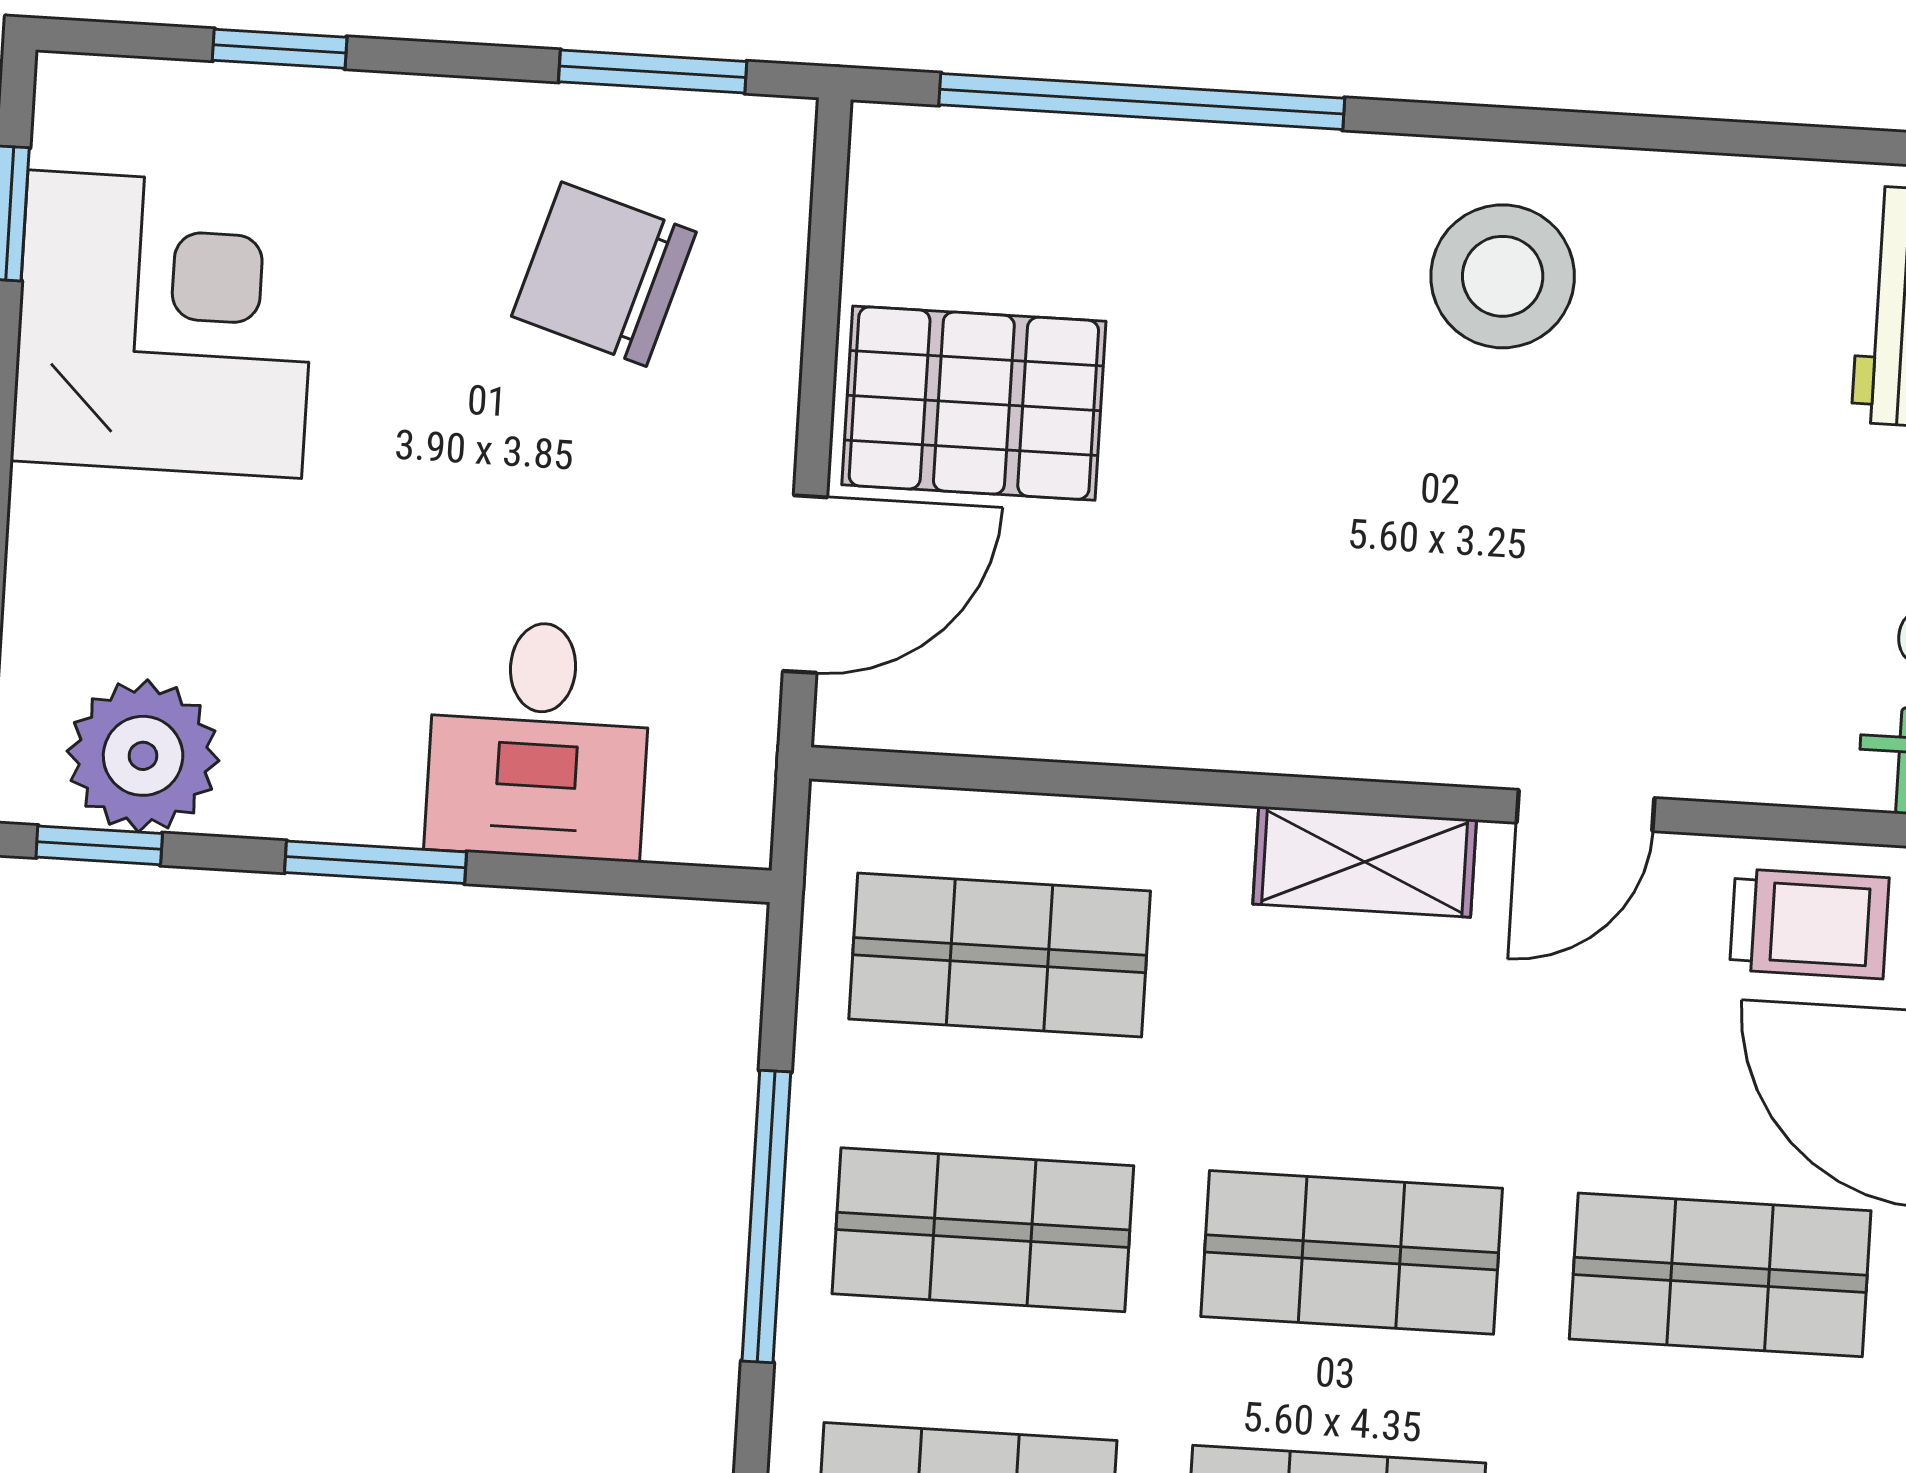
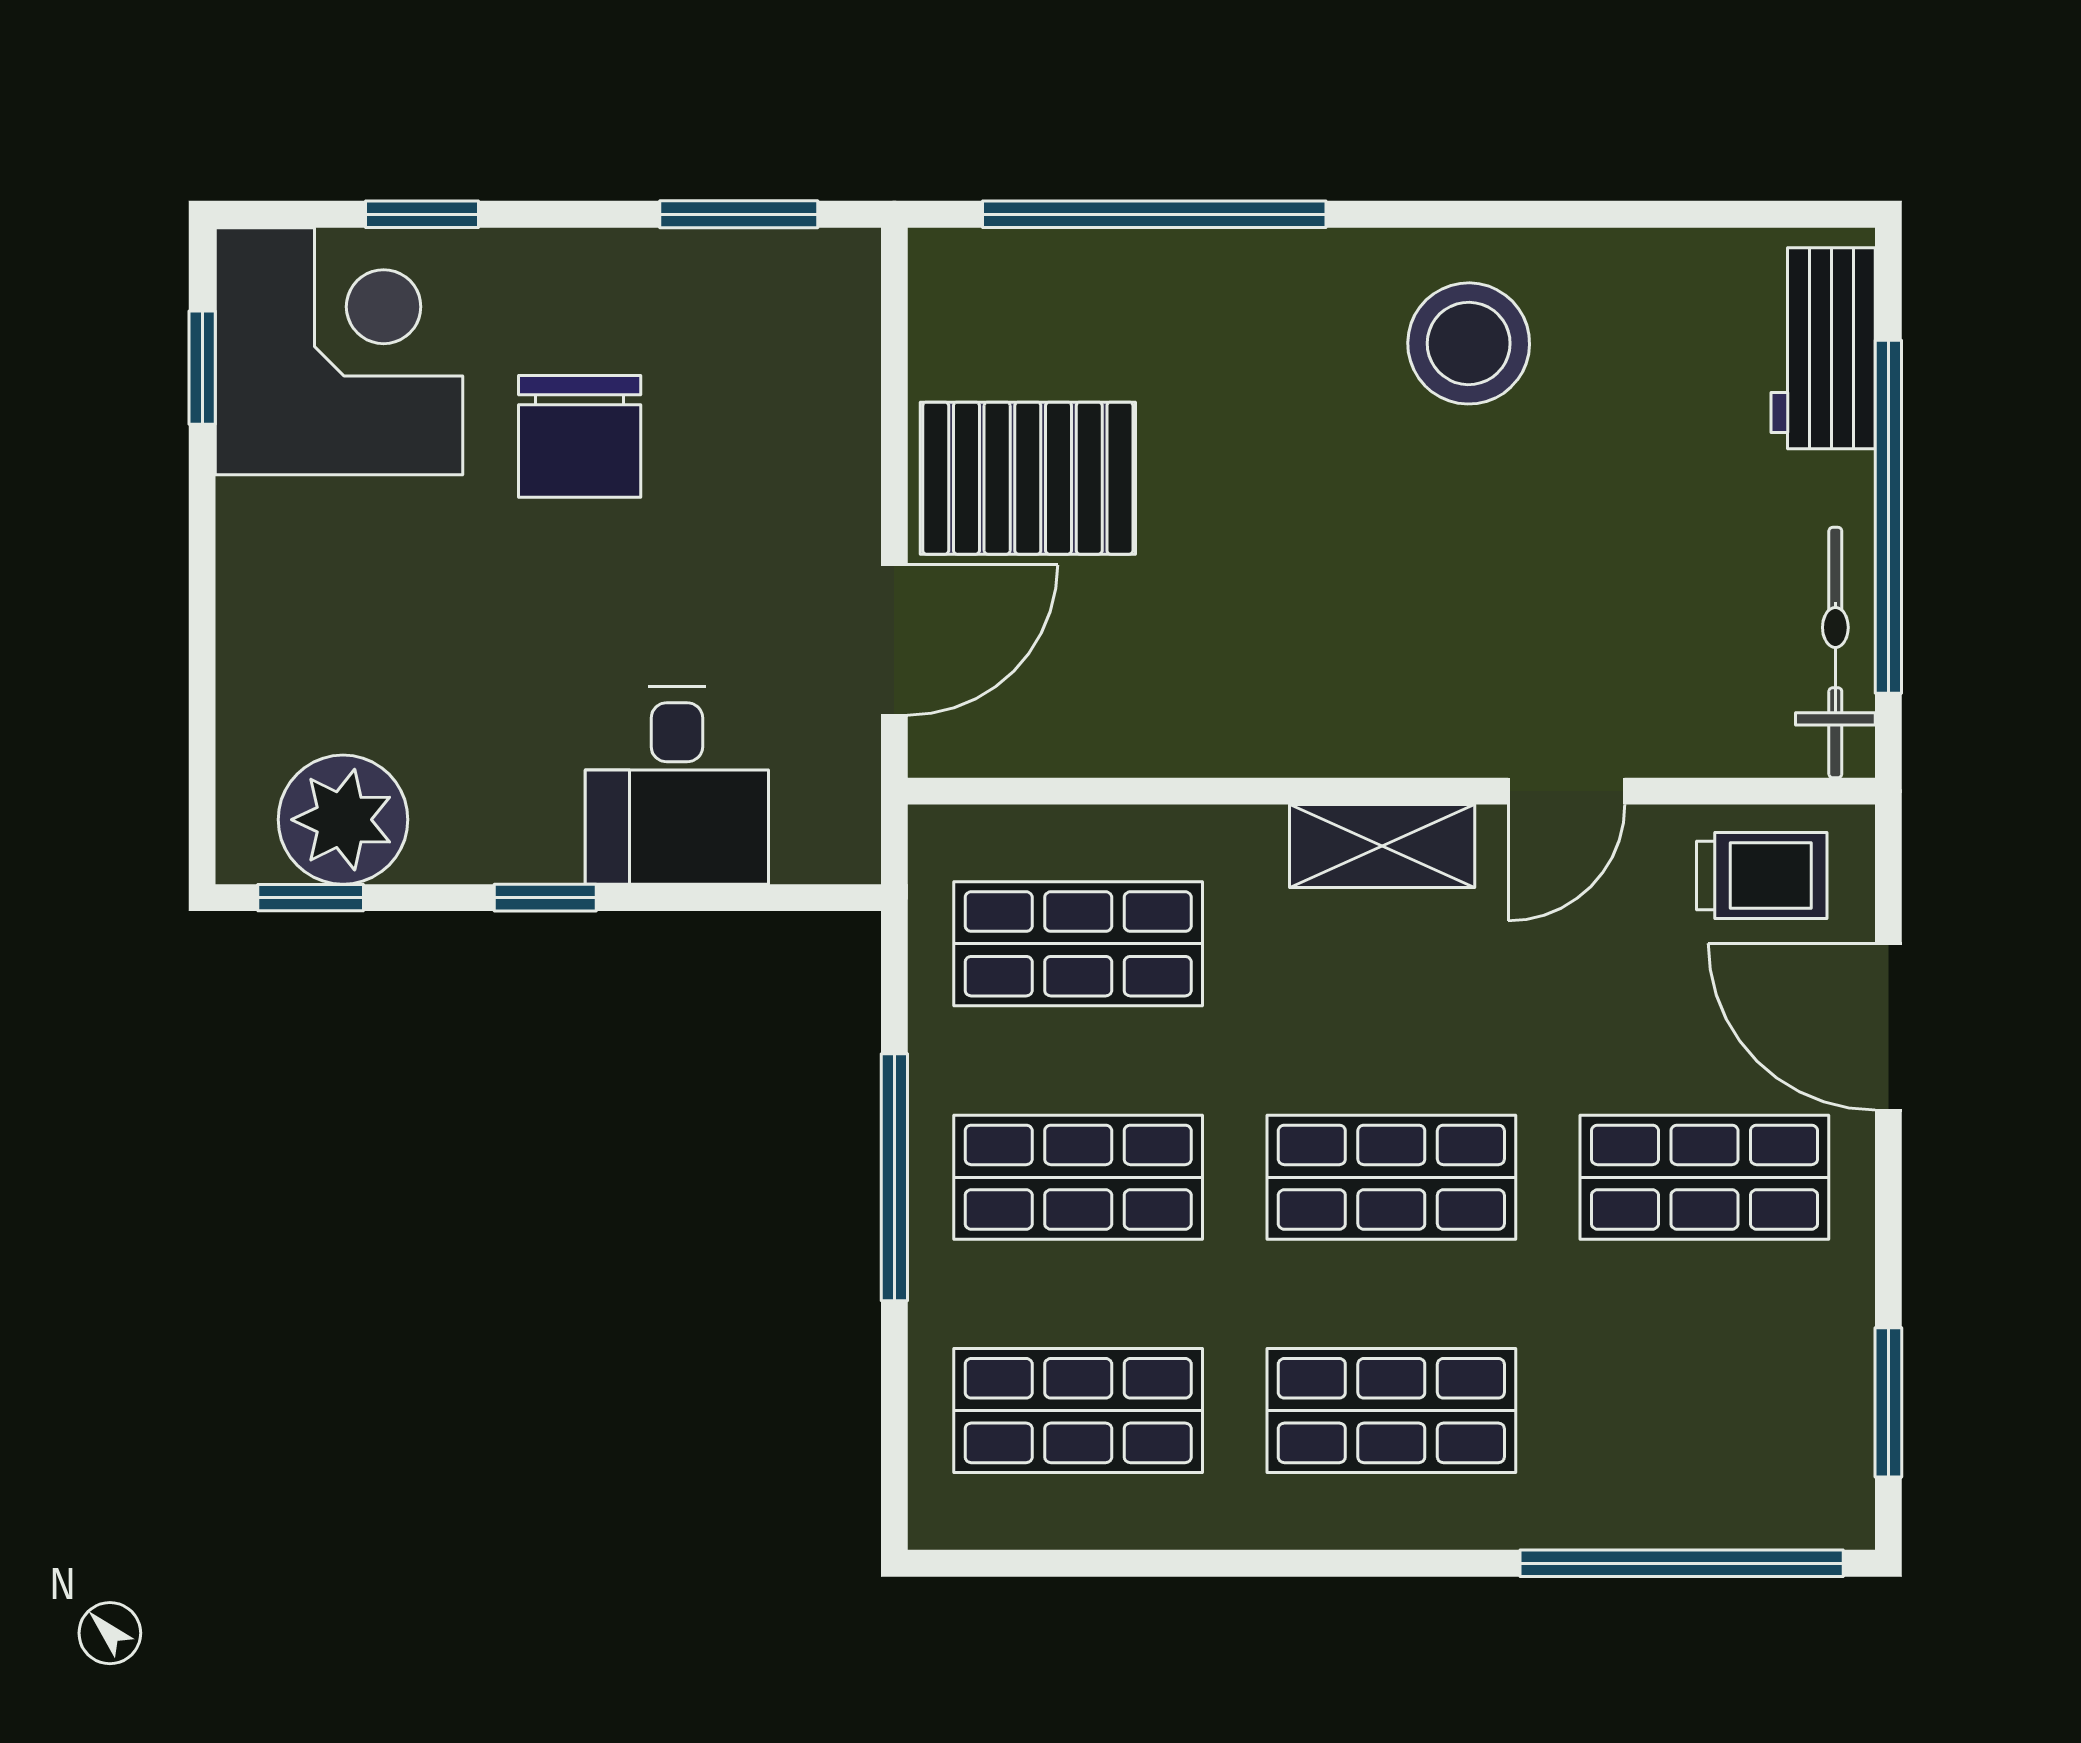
chair: (604, 274) -> (580, 436), moved, turned -107
corner desk: (165, 324) -> (339, 351), moved
window: (375, 862) -> (545, 898), width x0.67

